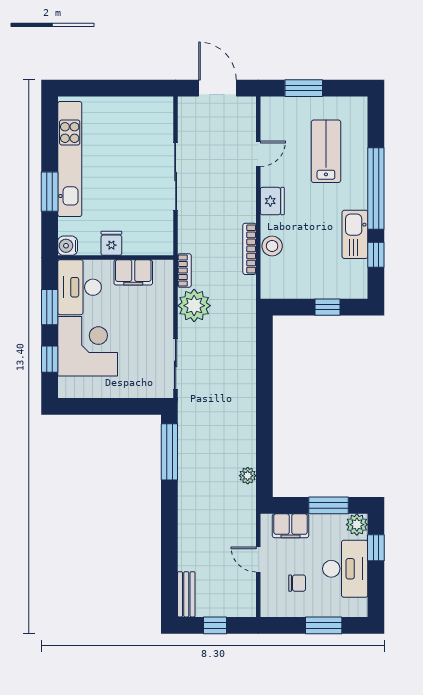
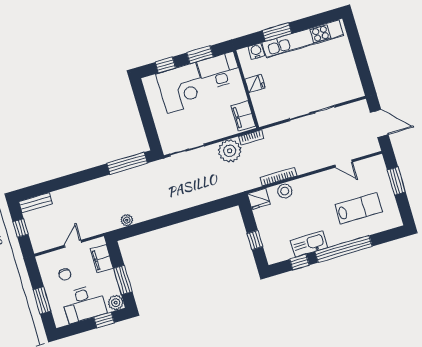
door: (217, 88) -> (379, 123), hinge flipped
fridge: (272, 201) -> (259, 199), moved
water cooler: (68, 246) -> (256, 51), moved
filing cabinet: (133, 272) -> (243, 116), moved

